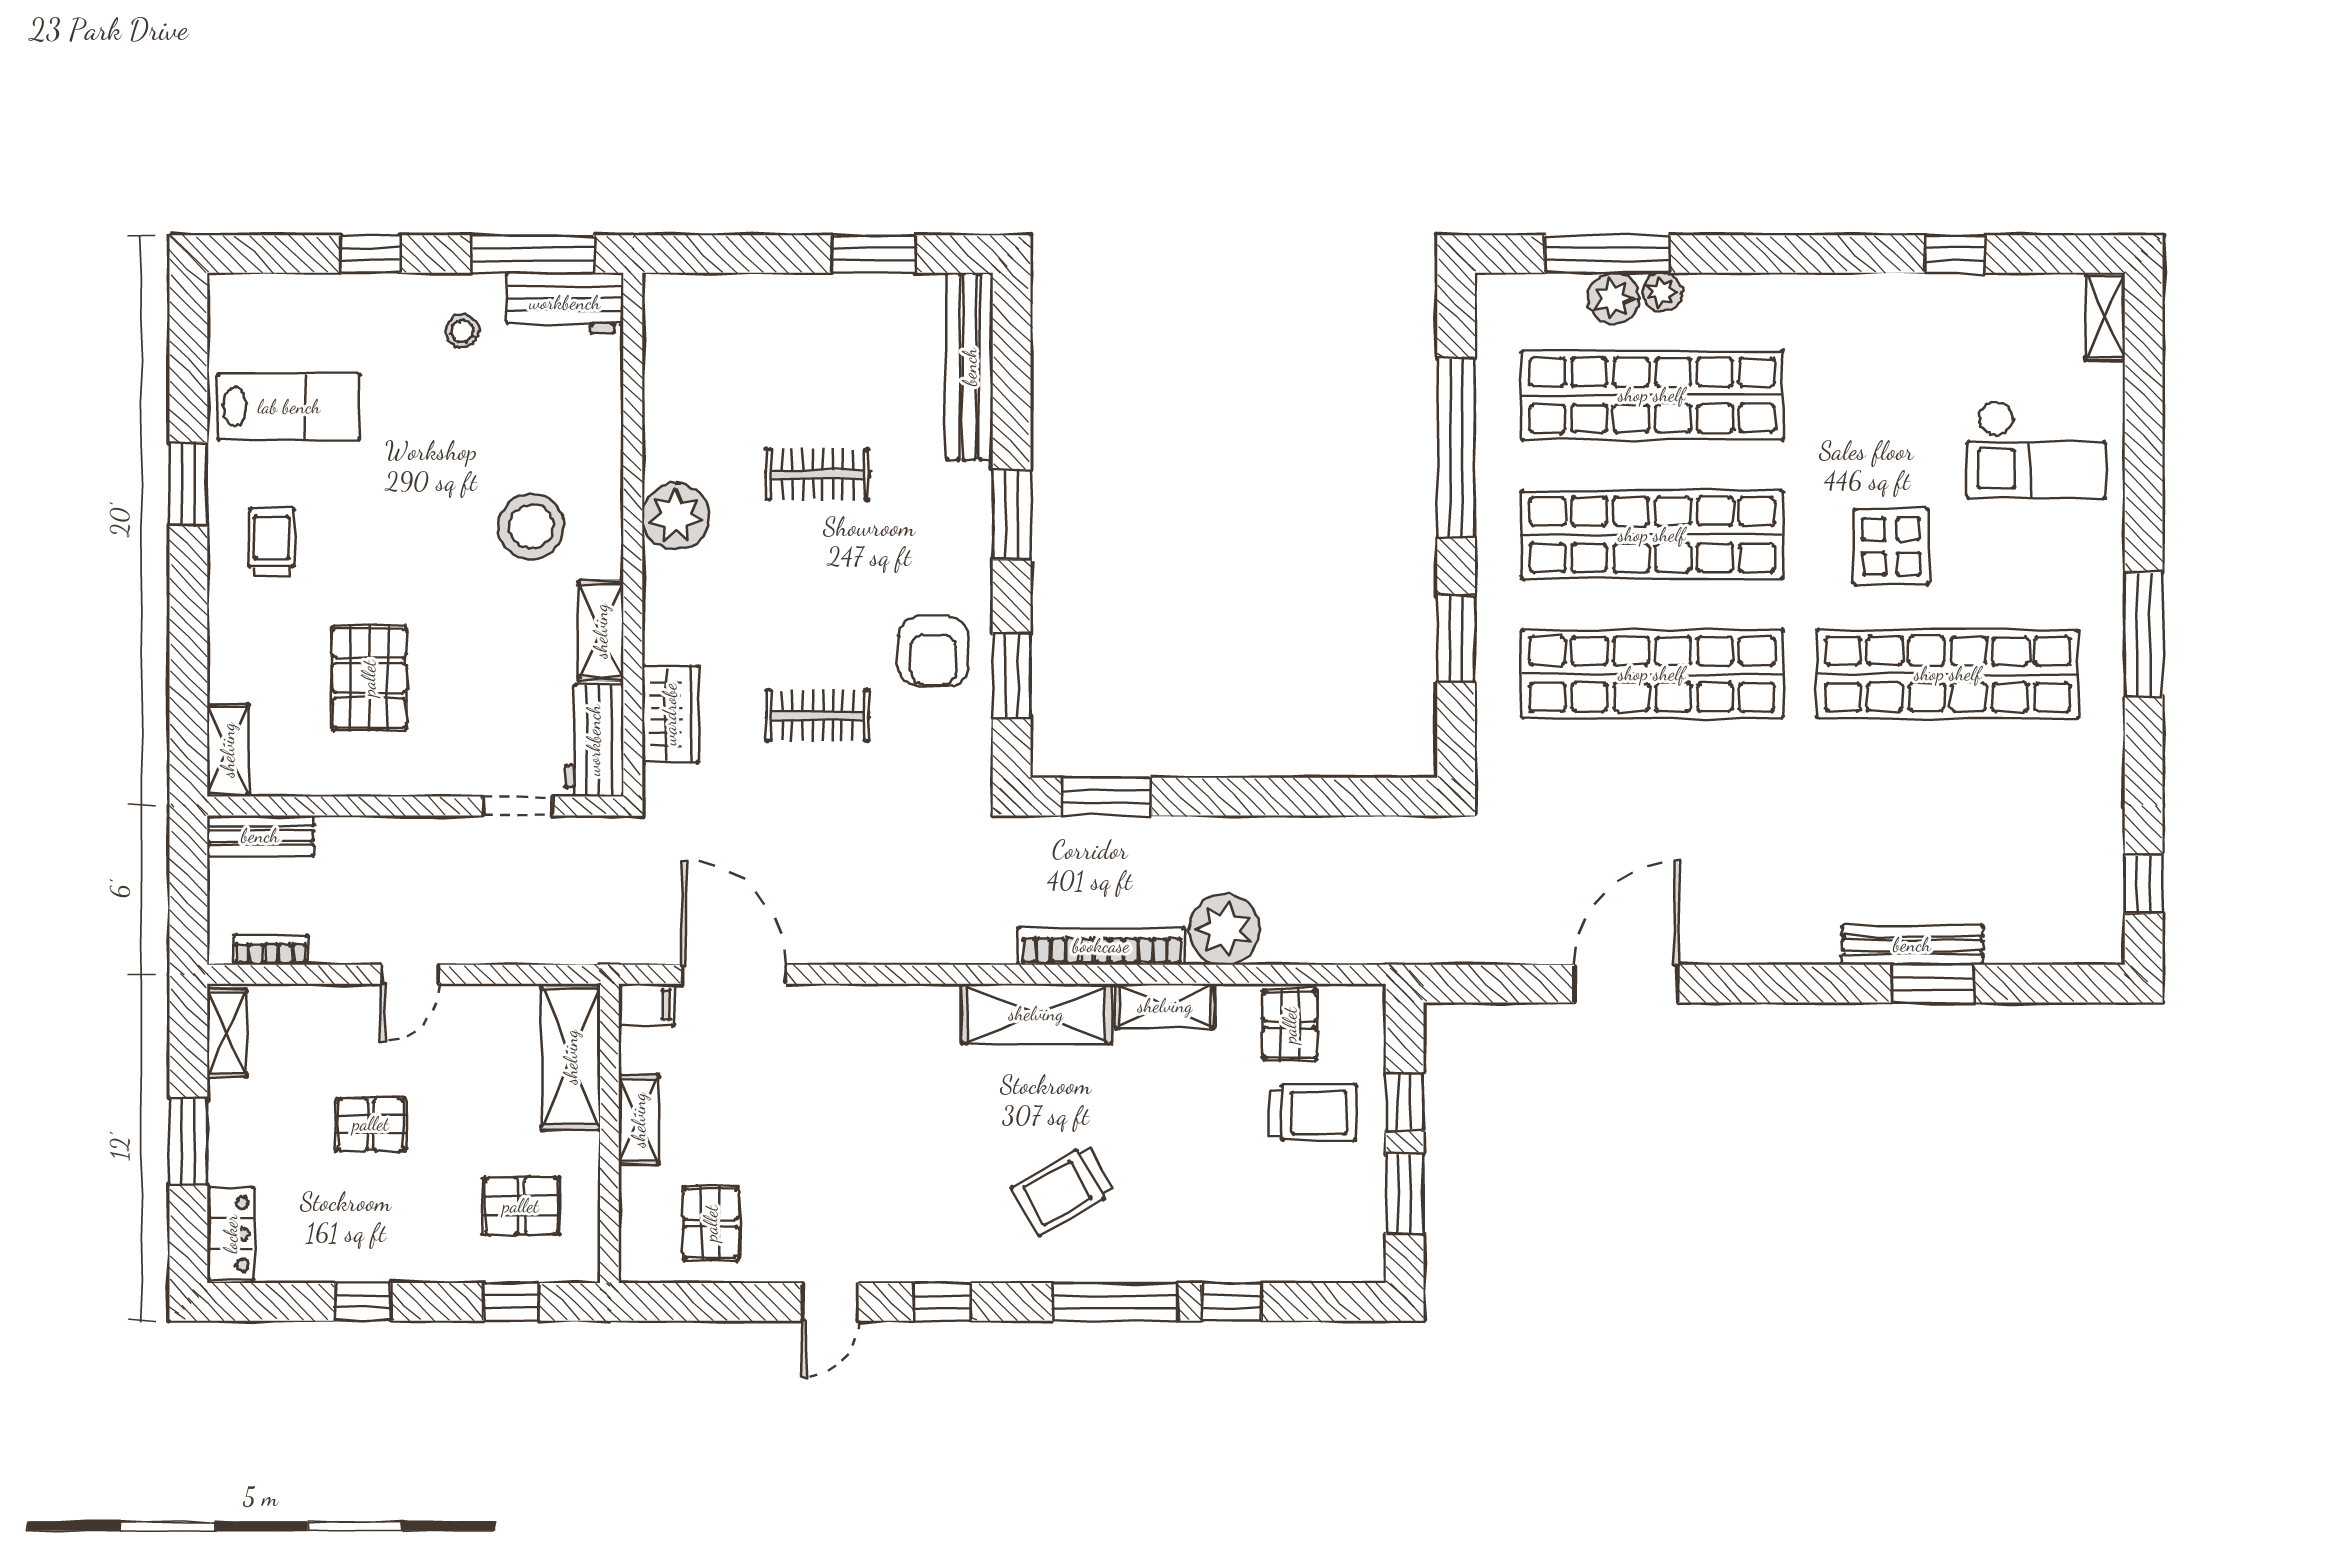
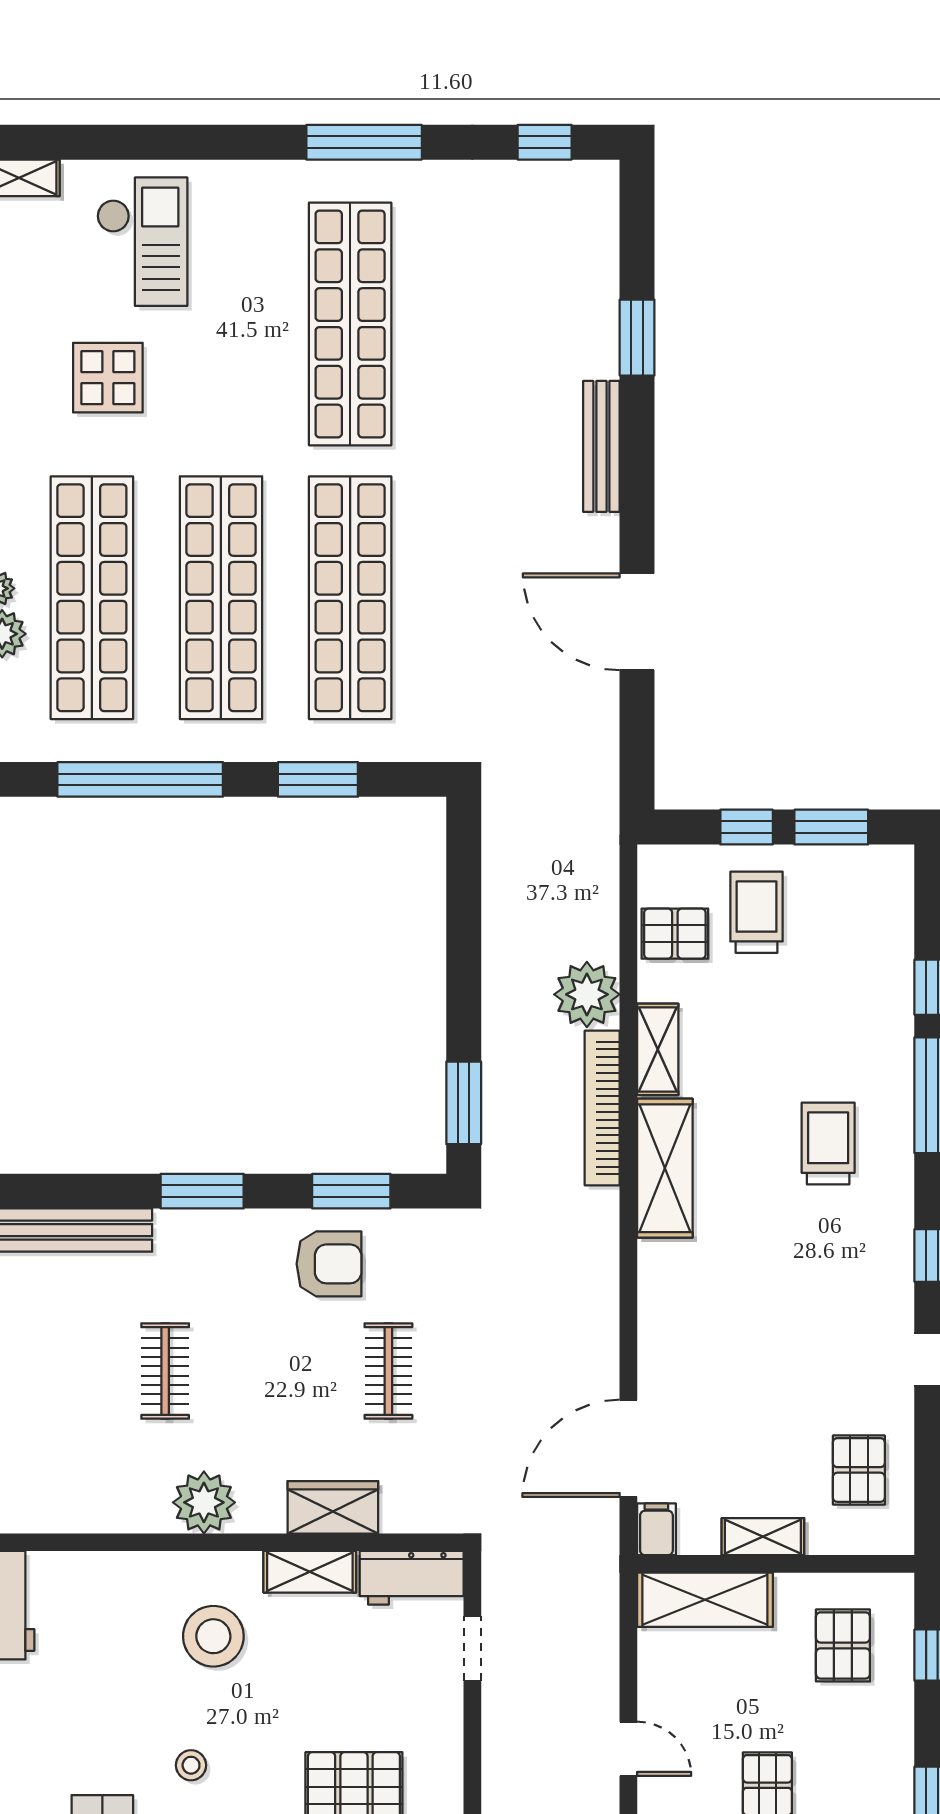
stool: (462, 331) -> (191, 1765), moved
display table: (1891, 547) -> (108, 378), moved
window: (2144, 634) -> (364, 142), moved
wardrobe: (670, 714) -> (333, 1507), moved
bench: (1912, 945) -> (601, 446), moved
trolley: (1063, 1190) -> (828, 1144), turned -150
pallet: (711, 1223) -> (859, 1470), turned 90

